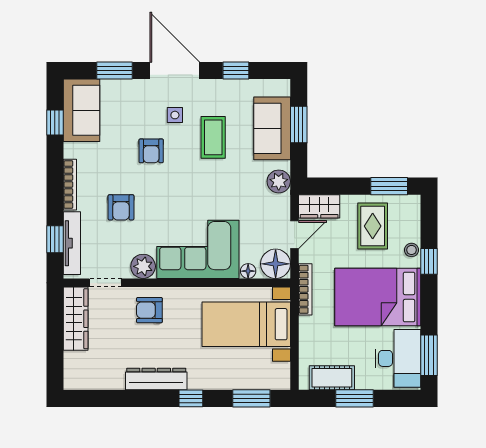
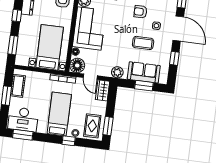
door: (175, 71) -> (178, 28), hinge flipped
rug: (373, 226) -> (92, 126), moved, turned 90
bed: (378, 297) -> (59, 114), width x0.67

